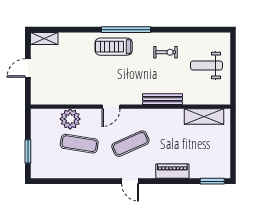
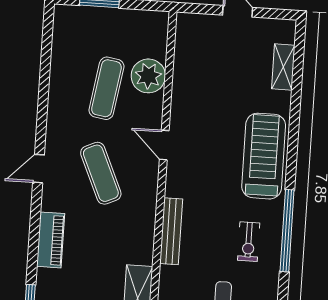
window: (126, 30) -> (287, 231), moved
shelving: (44, 38) -> (283, 67), moved
treadmill: (114, 47) -> (264, 156), width x1.37, depth x1.38

